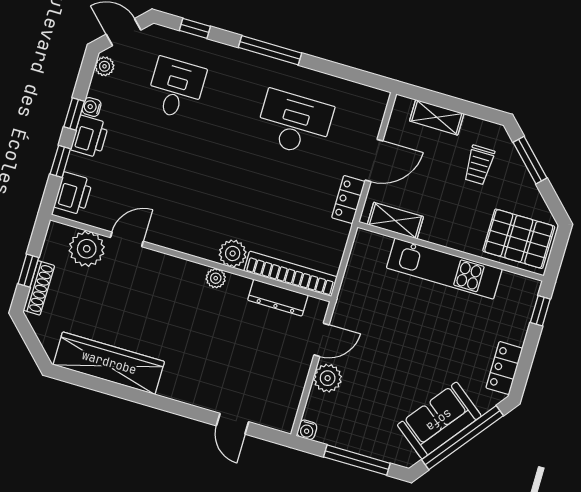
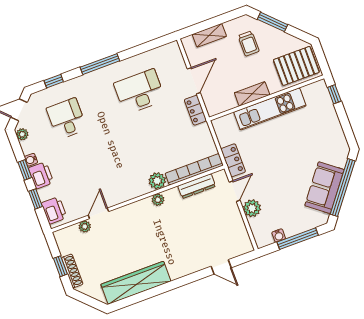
shelving: (395, 221) -> (252, 94), moved
plant: (87, 249) -> (85, 226), width x0.53, depth x0.53
locker: (504, 368) -> (233, 160), moved, turned 180
water cooler: (307, 430) -> (279, 236), moved

